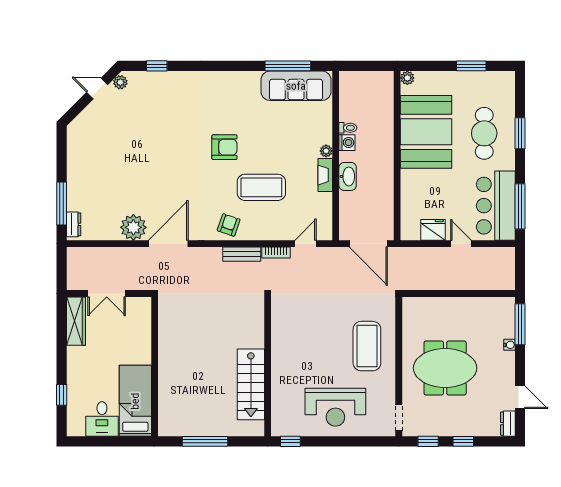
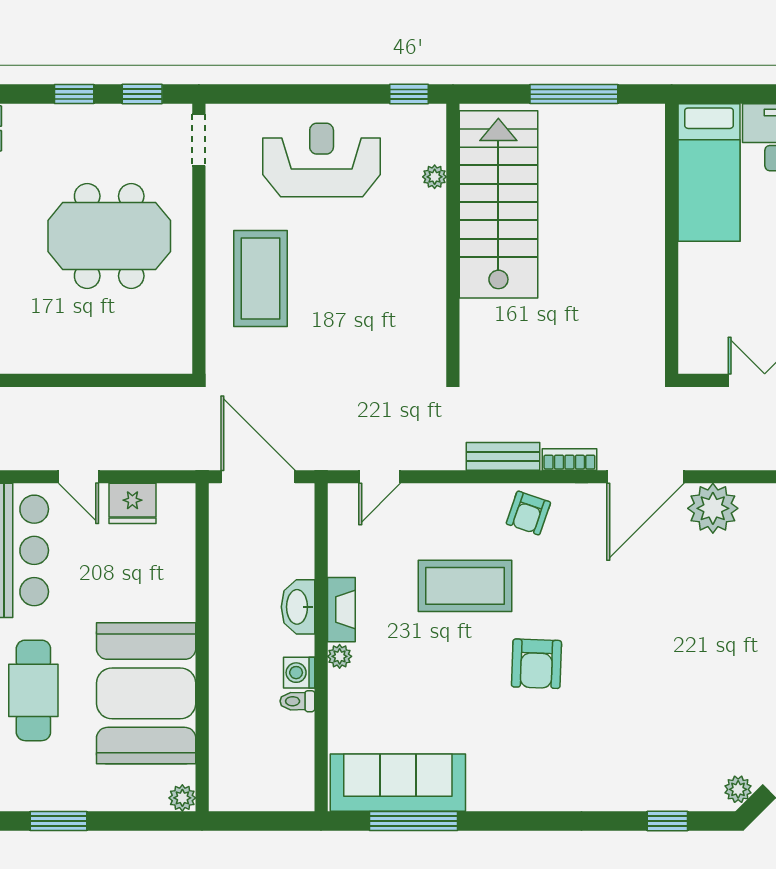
armchair: (224, 147) -> (536, 664), turned -88
bookcase: (276, 253) -> (569, 460), moved
stairs: (251, 384) -> (498, 204), width x1.36, depth x1.51
plant: (277, 399) -> (435, 177), added

